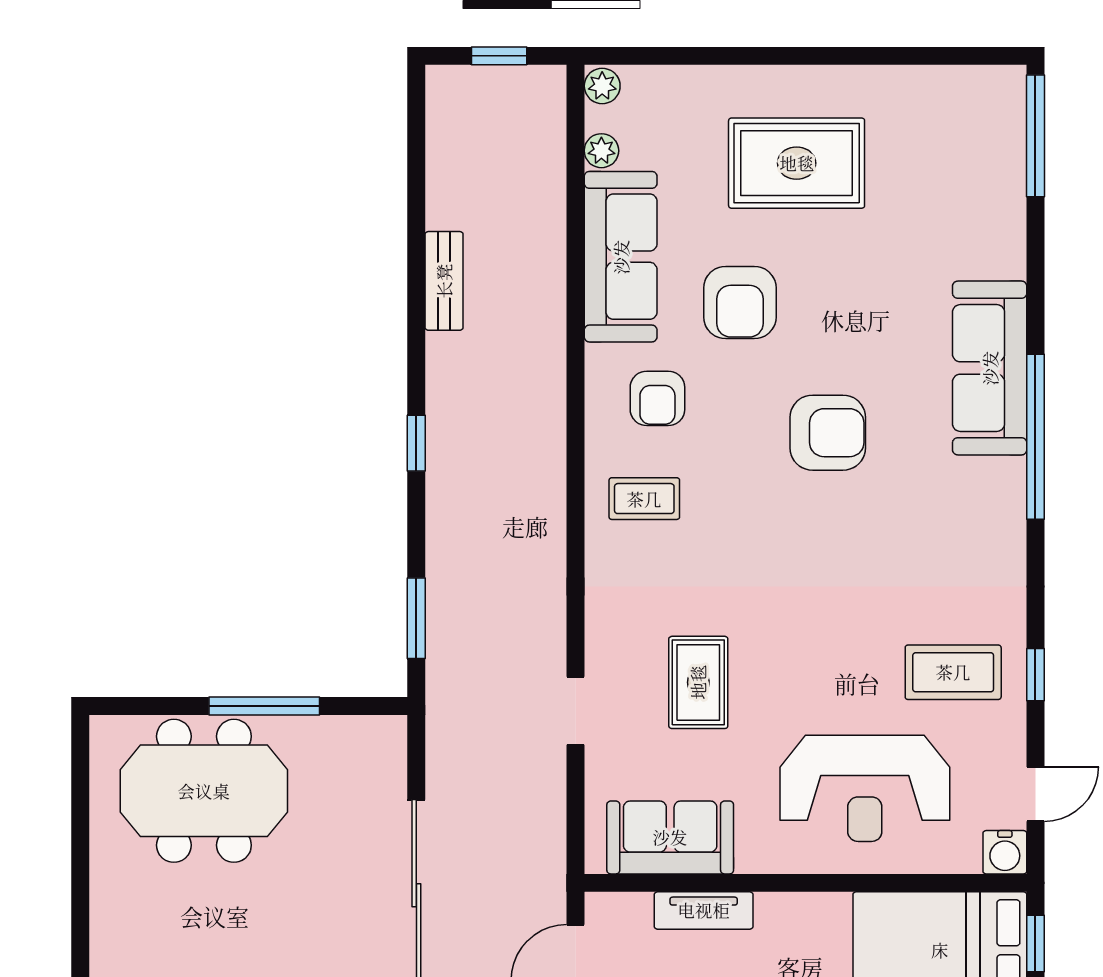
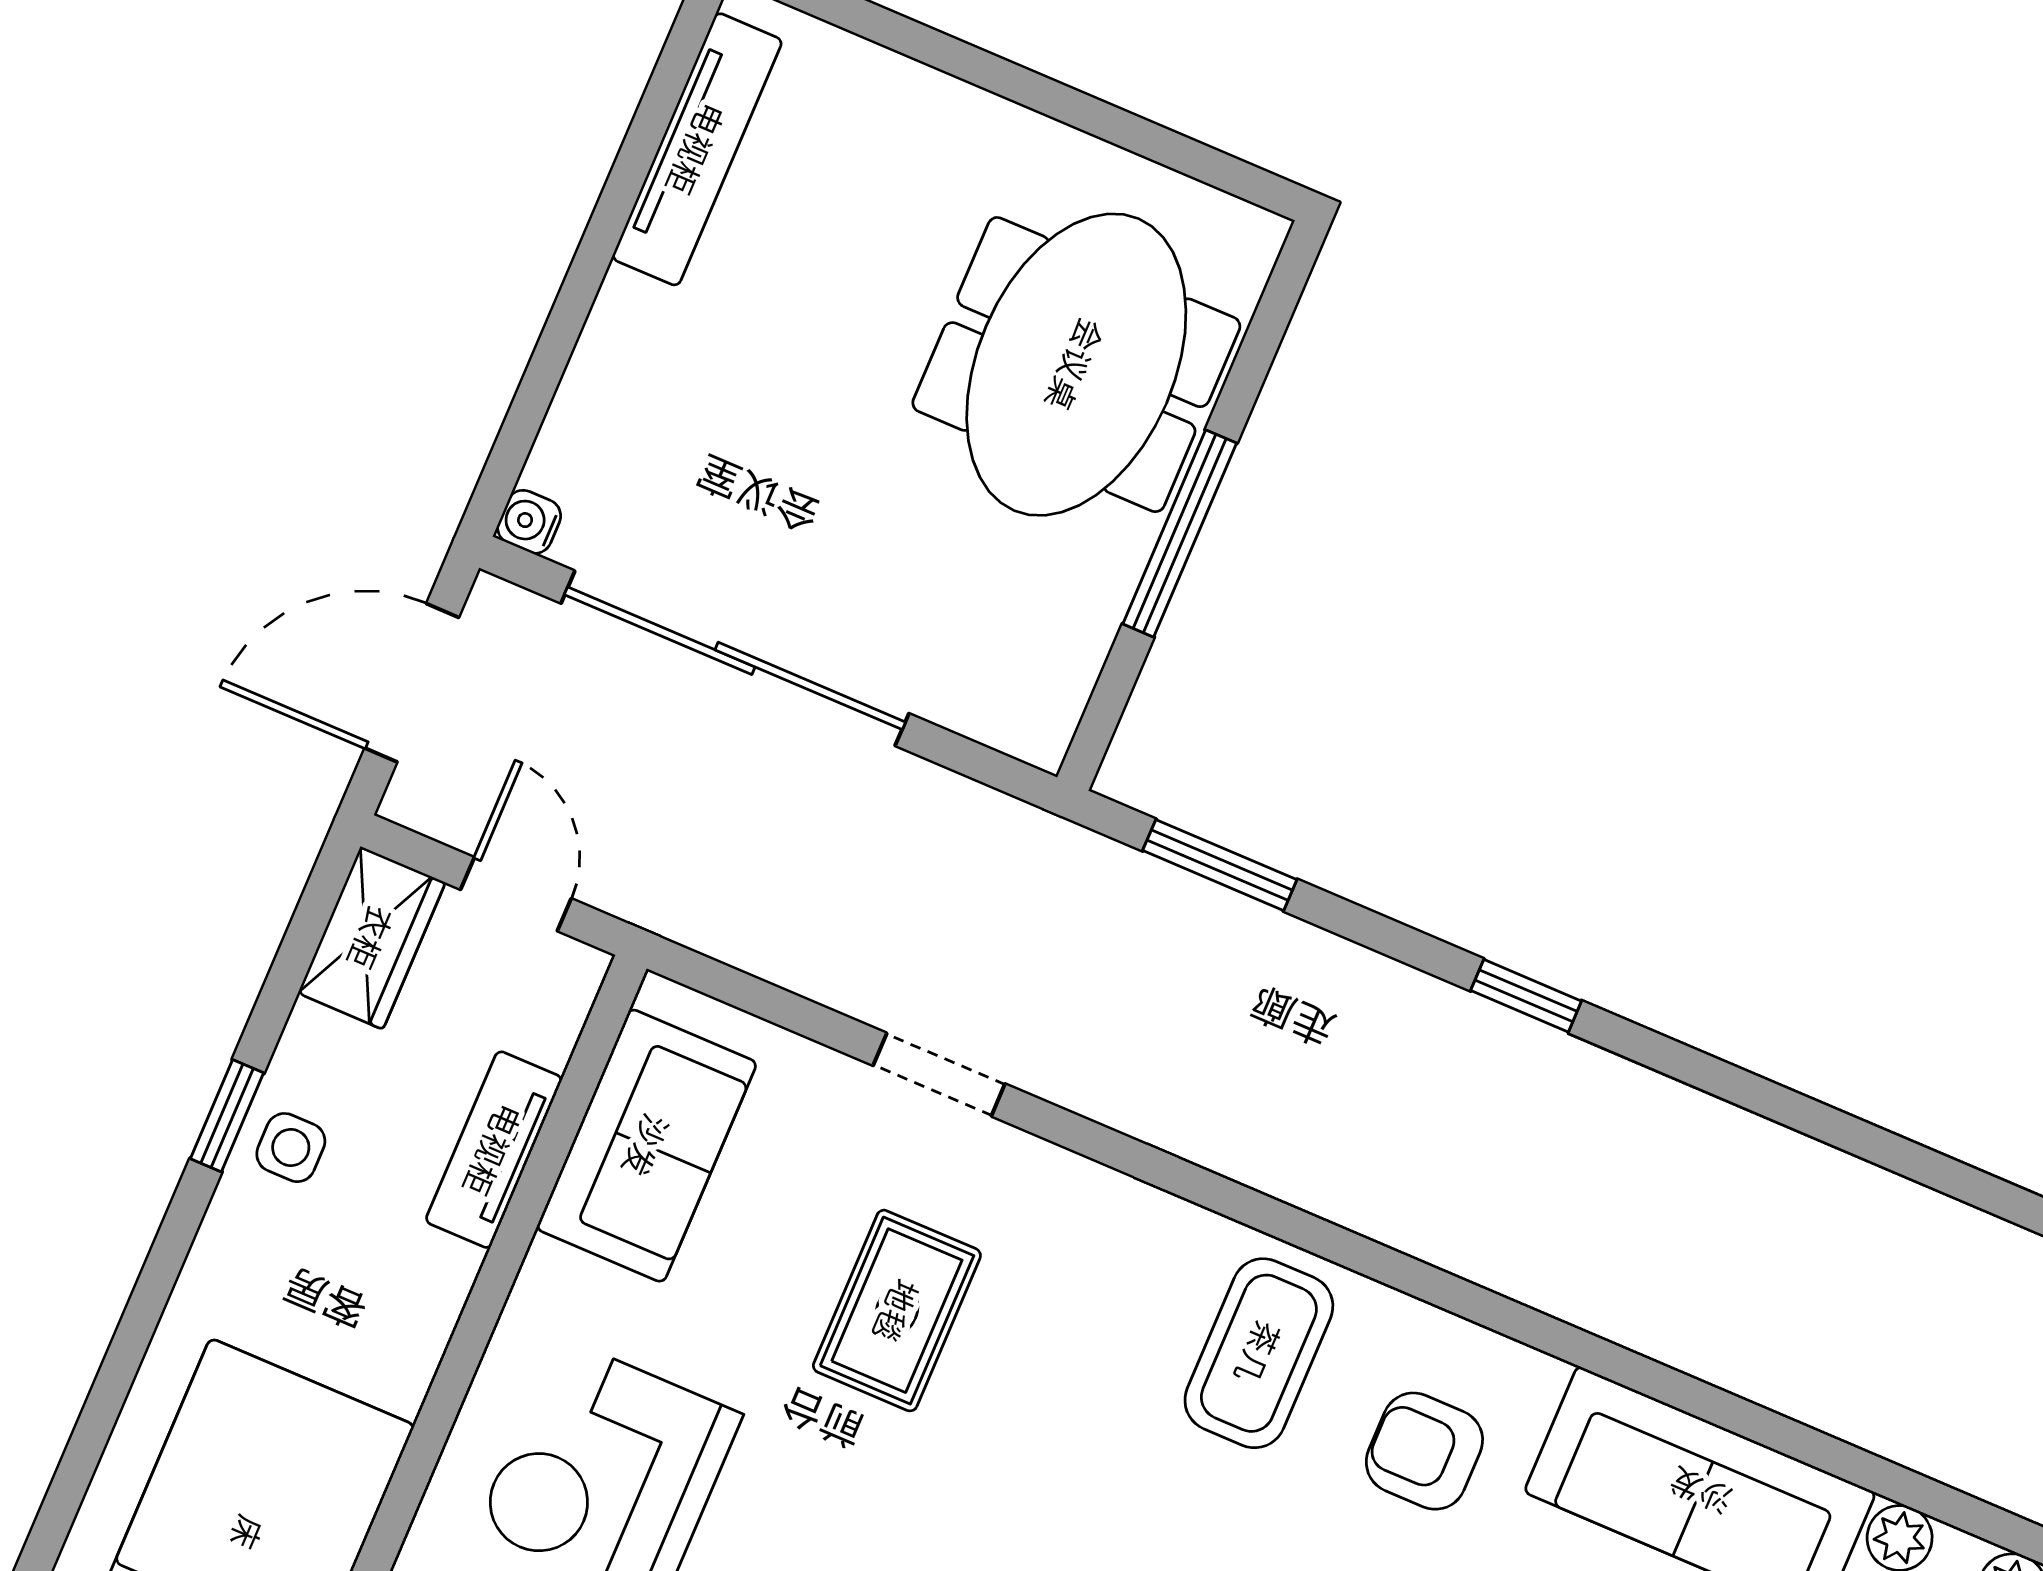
bench: (444, 281) -> (1789, 1165), removed
coffee table: (644, 499) -> (1259, 1353), width x1.36, depth x1.30
rug: (698, 682) -> (897, 1311), turned 90

